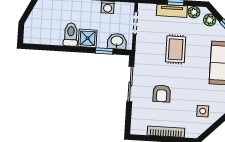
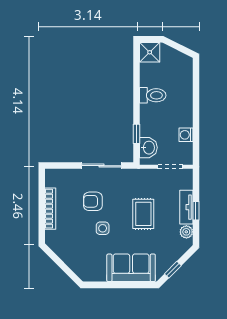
plant: (210, 20) -> (179, 250), removed
shower: (88, 38) -> (150, 52), moved
rug: (176, 49) -> (143, 214), turned 90
side table: (203, 111) -> (103, 228), moved

